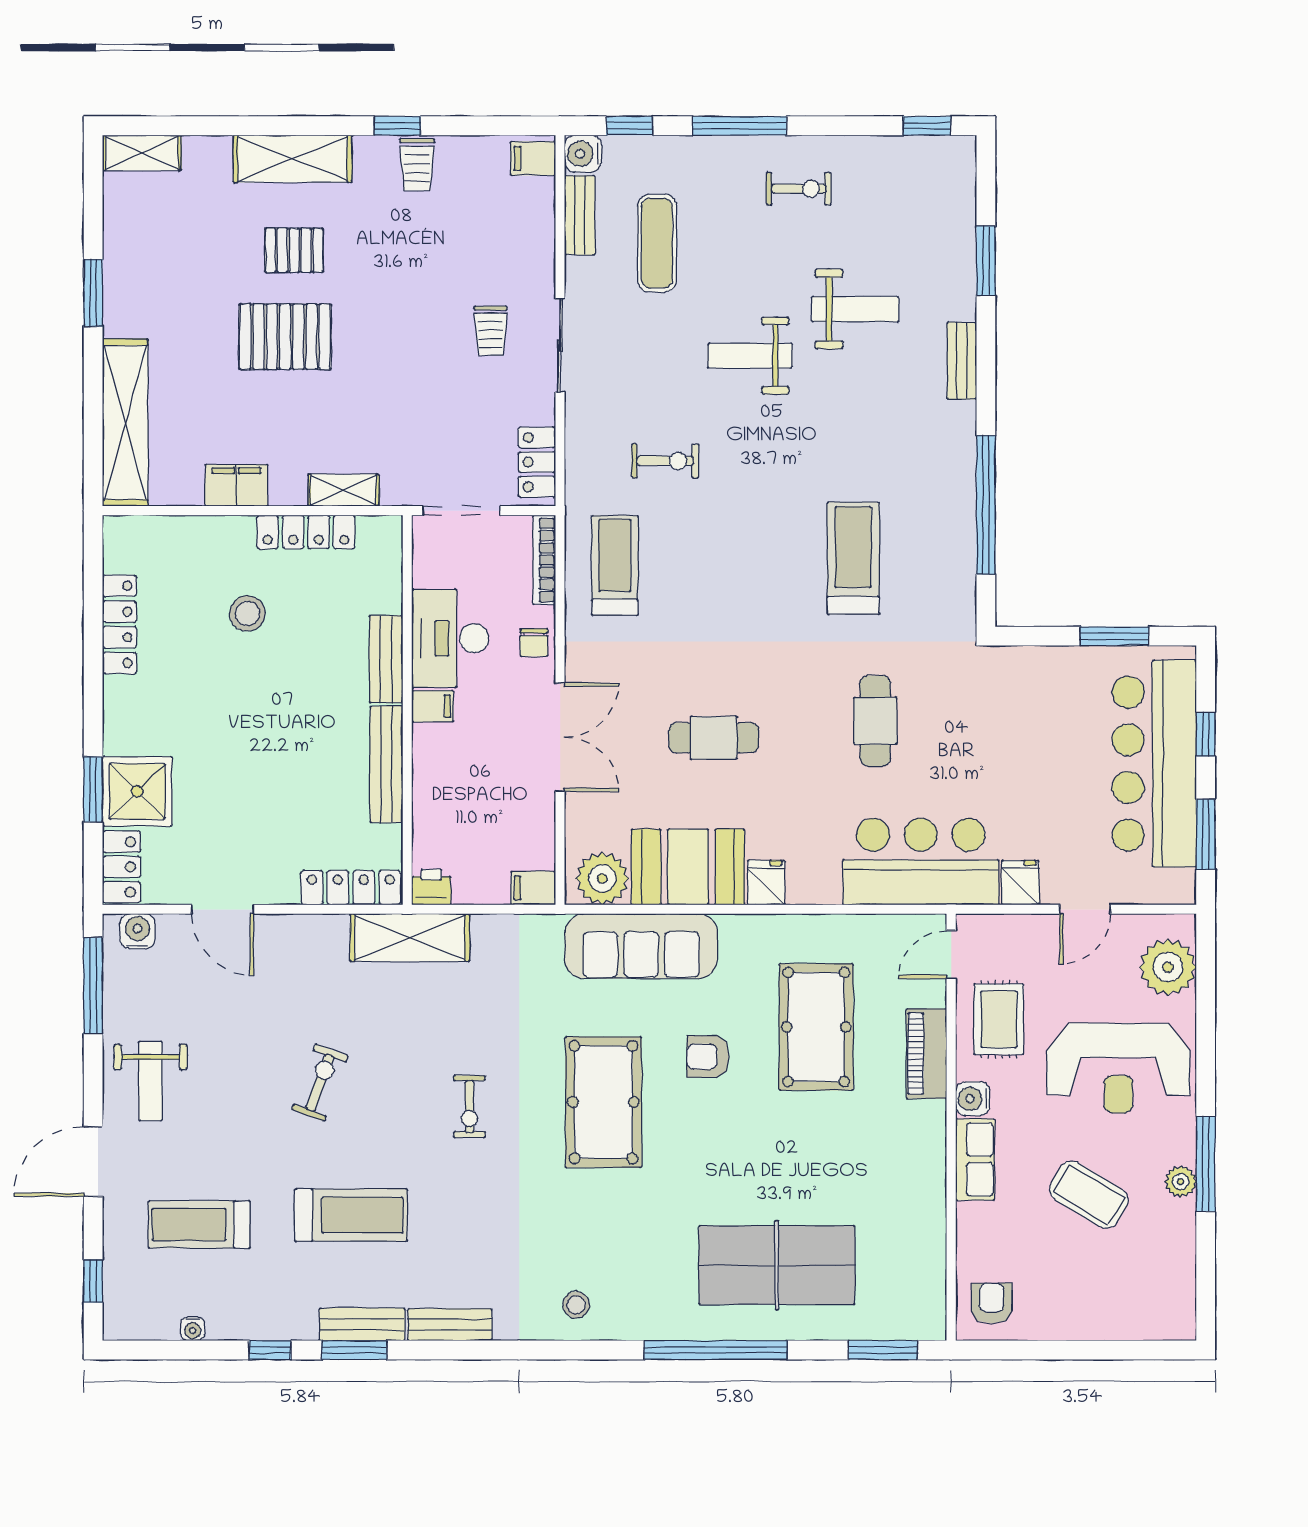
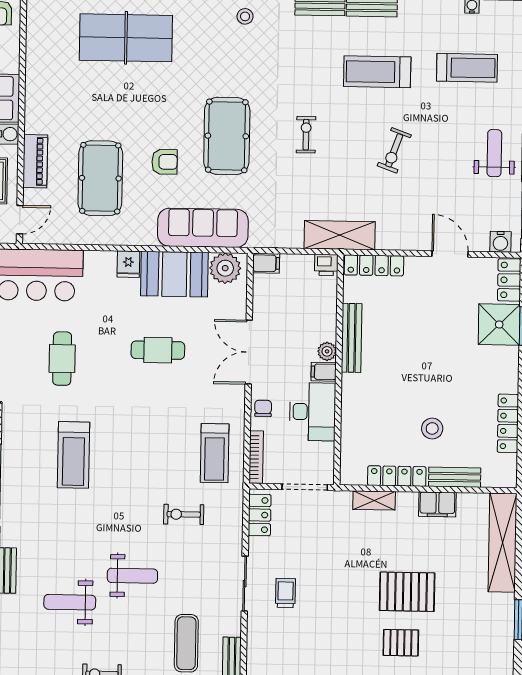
bench: (386, 659) -> (455, 477), moved, turned 90
plant: (428, 741) -> (327, 351), added

